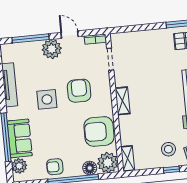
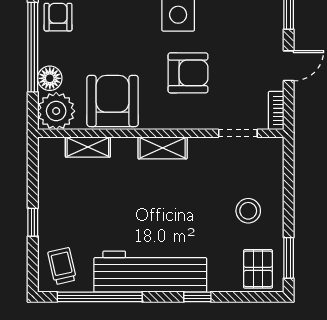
plant: (52, 49) -> (266, 32), removed
stool: (168, 149) -> (248, 211), moved
shelving: (128, 158) -> (88, 147), moved

